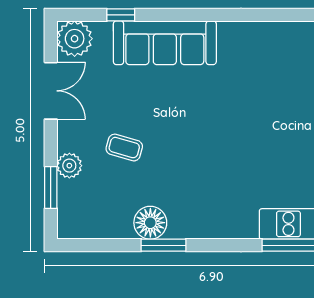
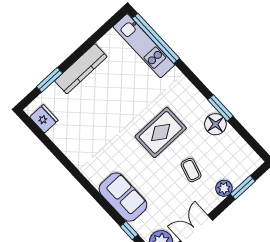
sofa: (165, 43) -> (123, 197), width x0.73
rug: (198, 153) -> (161, 132), added

